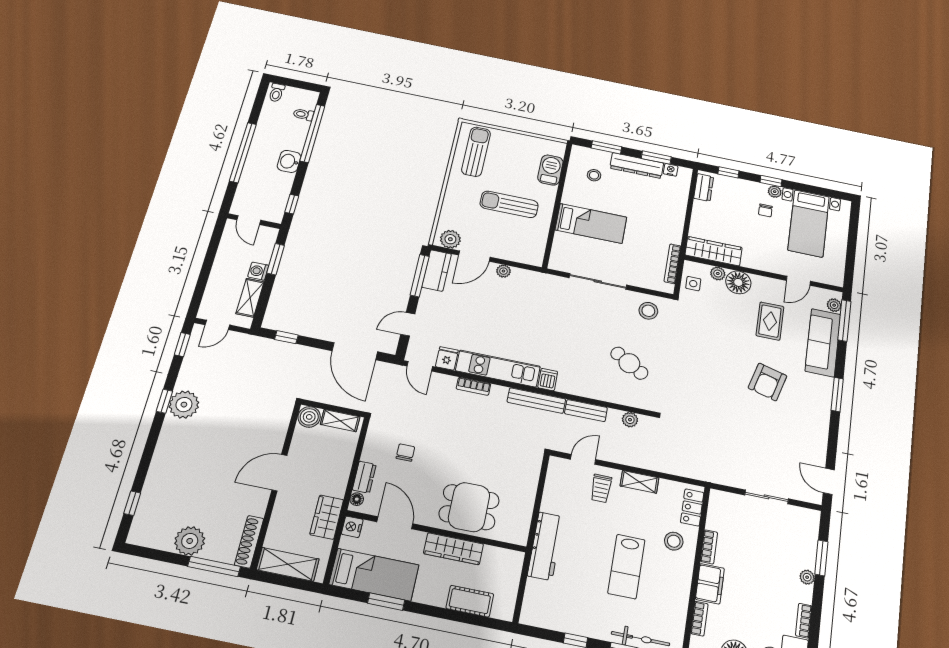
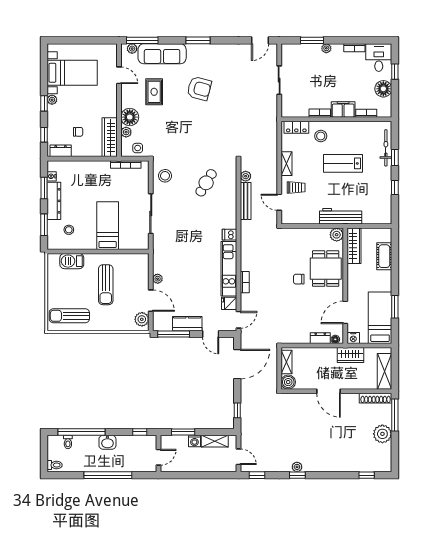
chair: (765, 210) -> (78, 132), moved
kitchen counter: (437, 270) -> (187, 324), moved
rug: (770, 321) -> (154, 92), turned 90
bench: (536, 401) -> (246, 239), removed
plant: (184, 405) -> (297, 467), width x0.53, depth x0.53
bench: (586, 411) -> (246, 201), width x1.36
chair: (405, 453) -> (299, 279), moved
plant: (518, 534) -> (337, 235), added
wardrobe: (453, 549) -> (354, 246), moved
lab bench: (626, 566) -> (343, 163), turned 180

